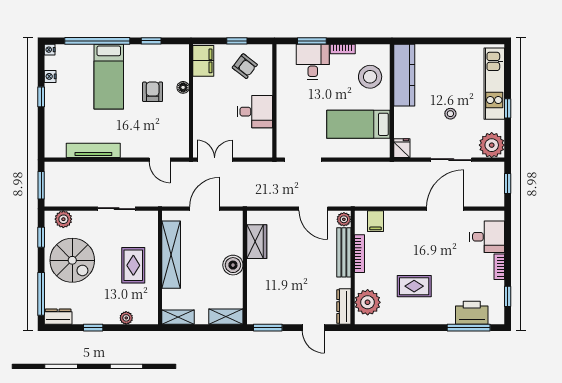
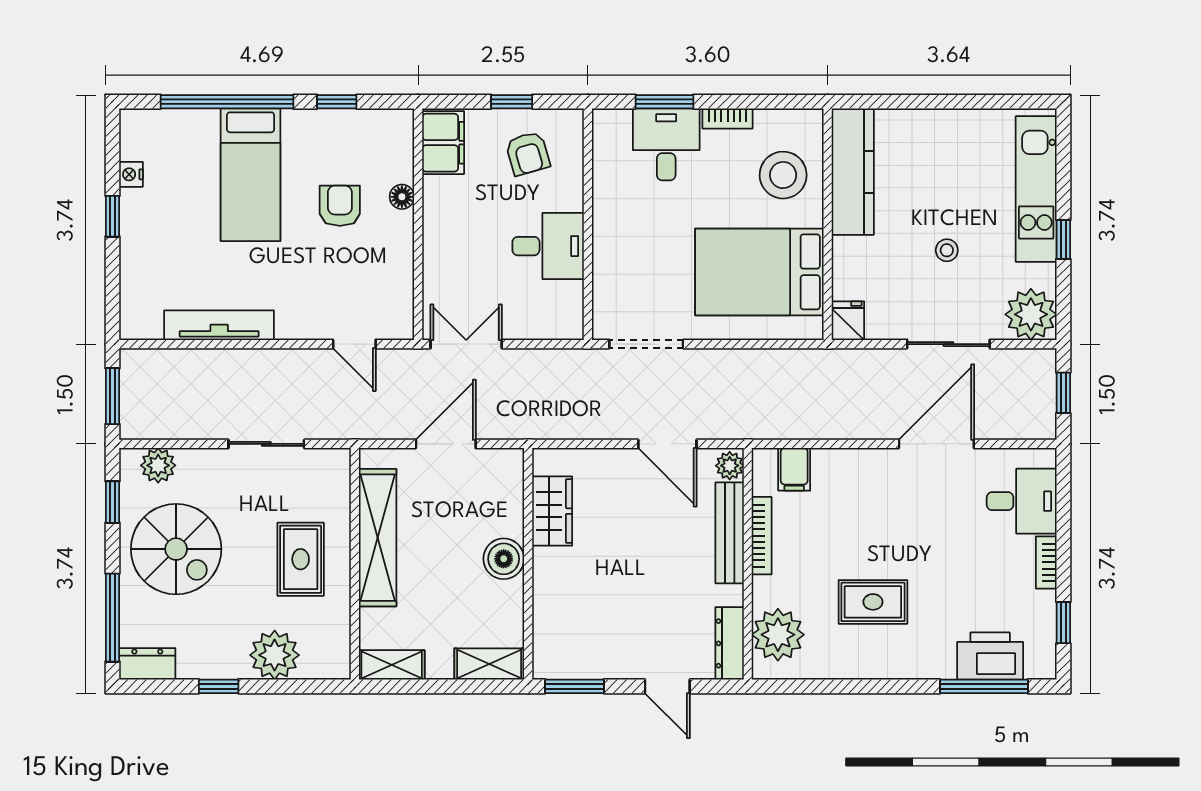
nightstand: (50, 50) -> (130, 120), removed
armchair: (245, 66) -> (528, 153), turned 36
bed: (358, 124) -> (759, 272), width x1.50
plant: (126, 318) -> (275, 655), width x1.87, depth x1.87

